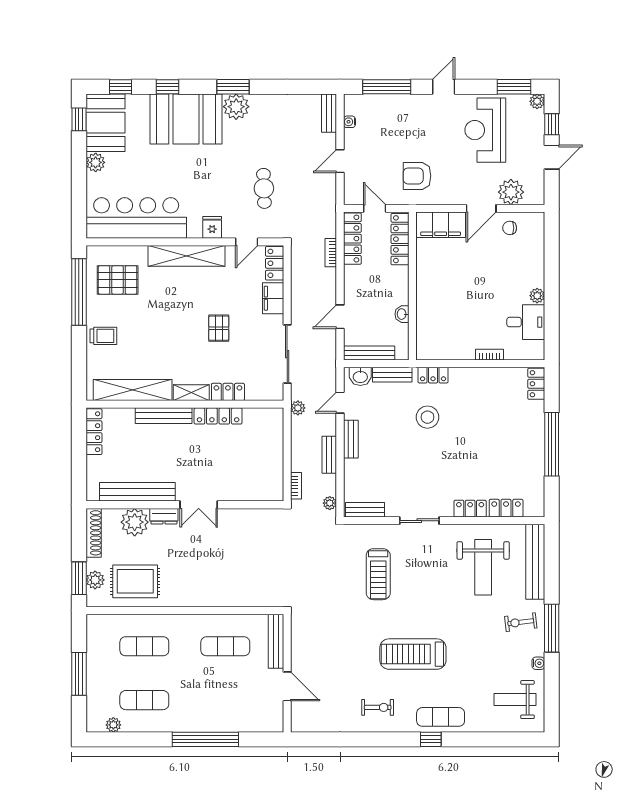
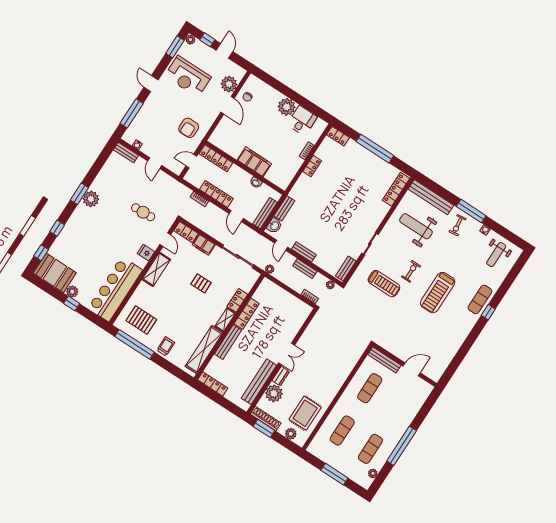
window: (79, 119) -> (72, 303), moved
booth: (186, 119) -> (80, 229), removed
filing cabinet: (441, 225) -> (254, 162), moved, turned -90
locker: (352, 239) -> (216, 194), moved
shelving: (186, 256) -> (156, 269), width x0.68
pallet: (118, 280) -> (141, 320), turned 90
plant: (537, 296) -> (287, 107), width x1.88, depth x1.88
locker: (433, 375) -> (312, 166), moved
stool: (427, 417) -> (318, 204), removed
locker: (506, 508) -> (396, 189), width x1.53
locker: (470, 509) -> (381, 213), removed
weight bench: (483, 567) -> (416, 226), turned 180
window: (79, 578) -> (264, 428), moved
exercise bike: (378, 707) -> (411, 271), moved
window: (205, 739) -> (402, 446), moved

